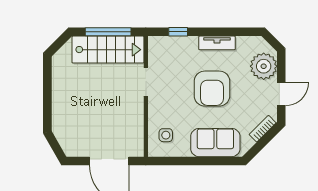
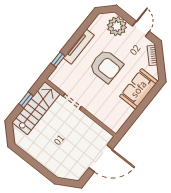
window: (108, 32) -> (26, 100), width x0.46
tv unit: (217, 43) -> (79, 47), width x1.41
side table: (166, 135) -> (112, 114), removed

